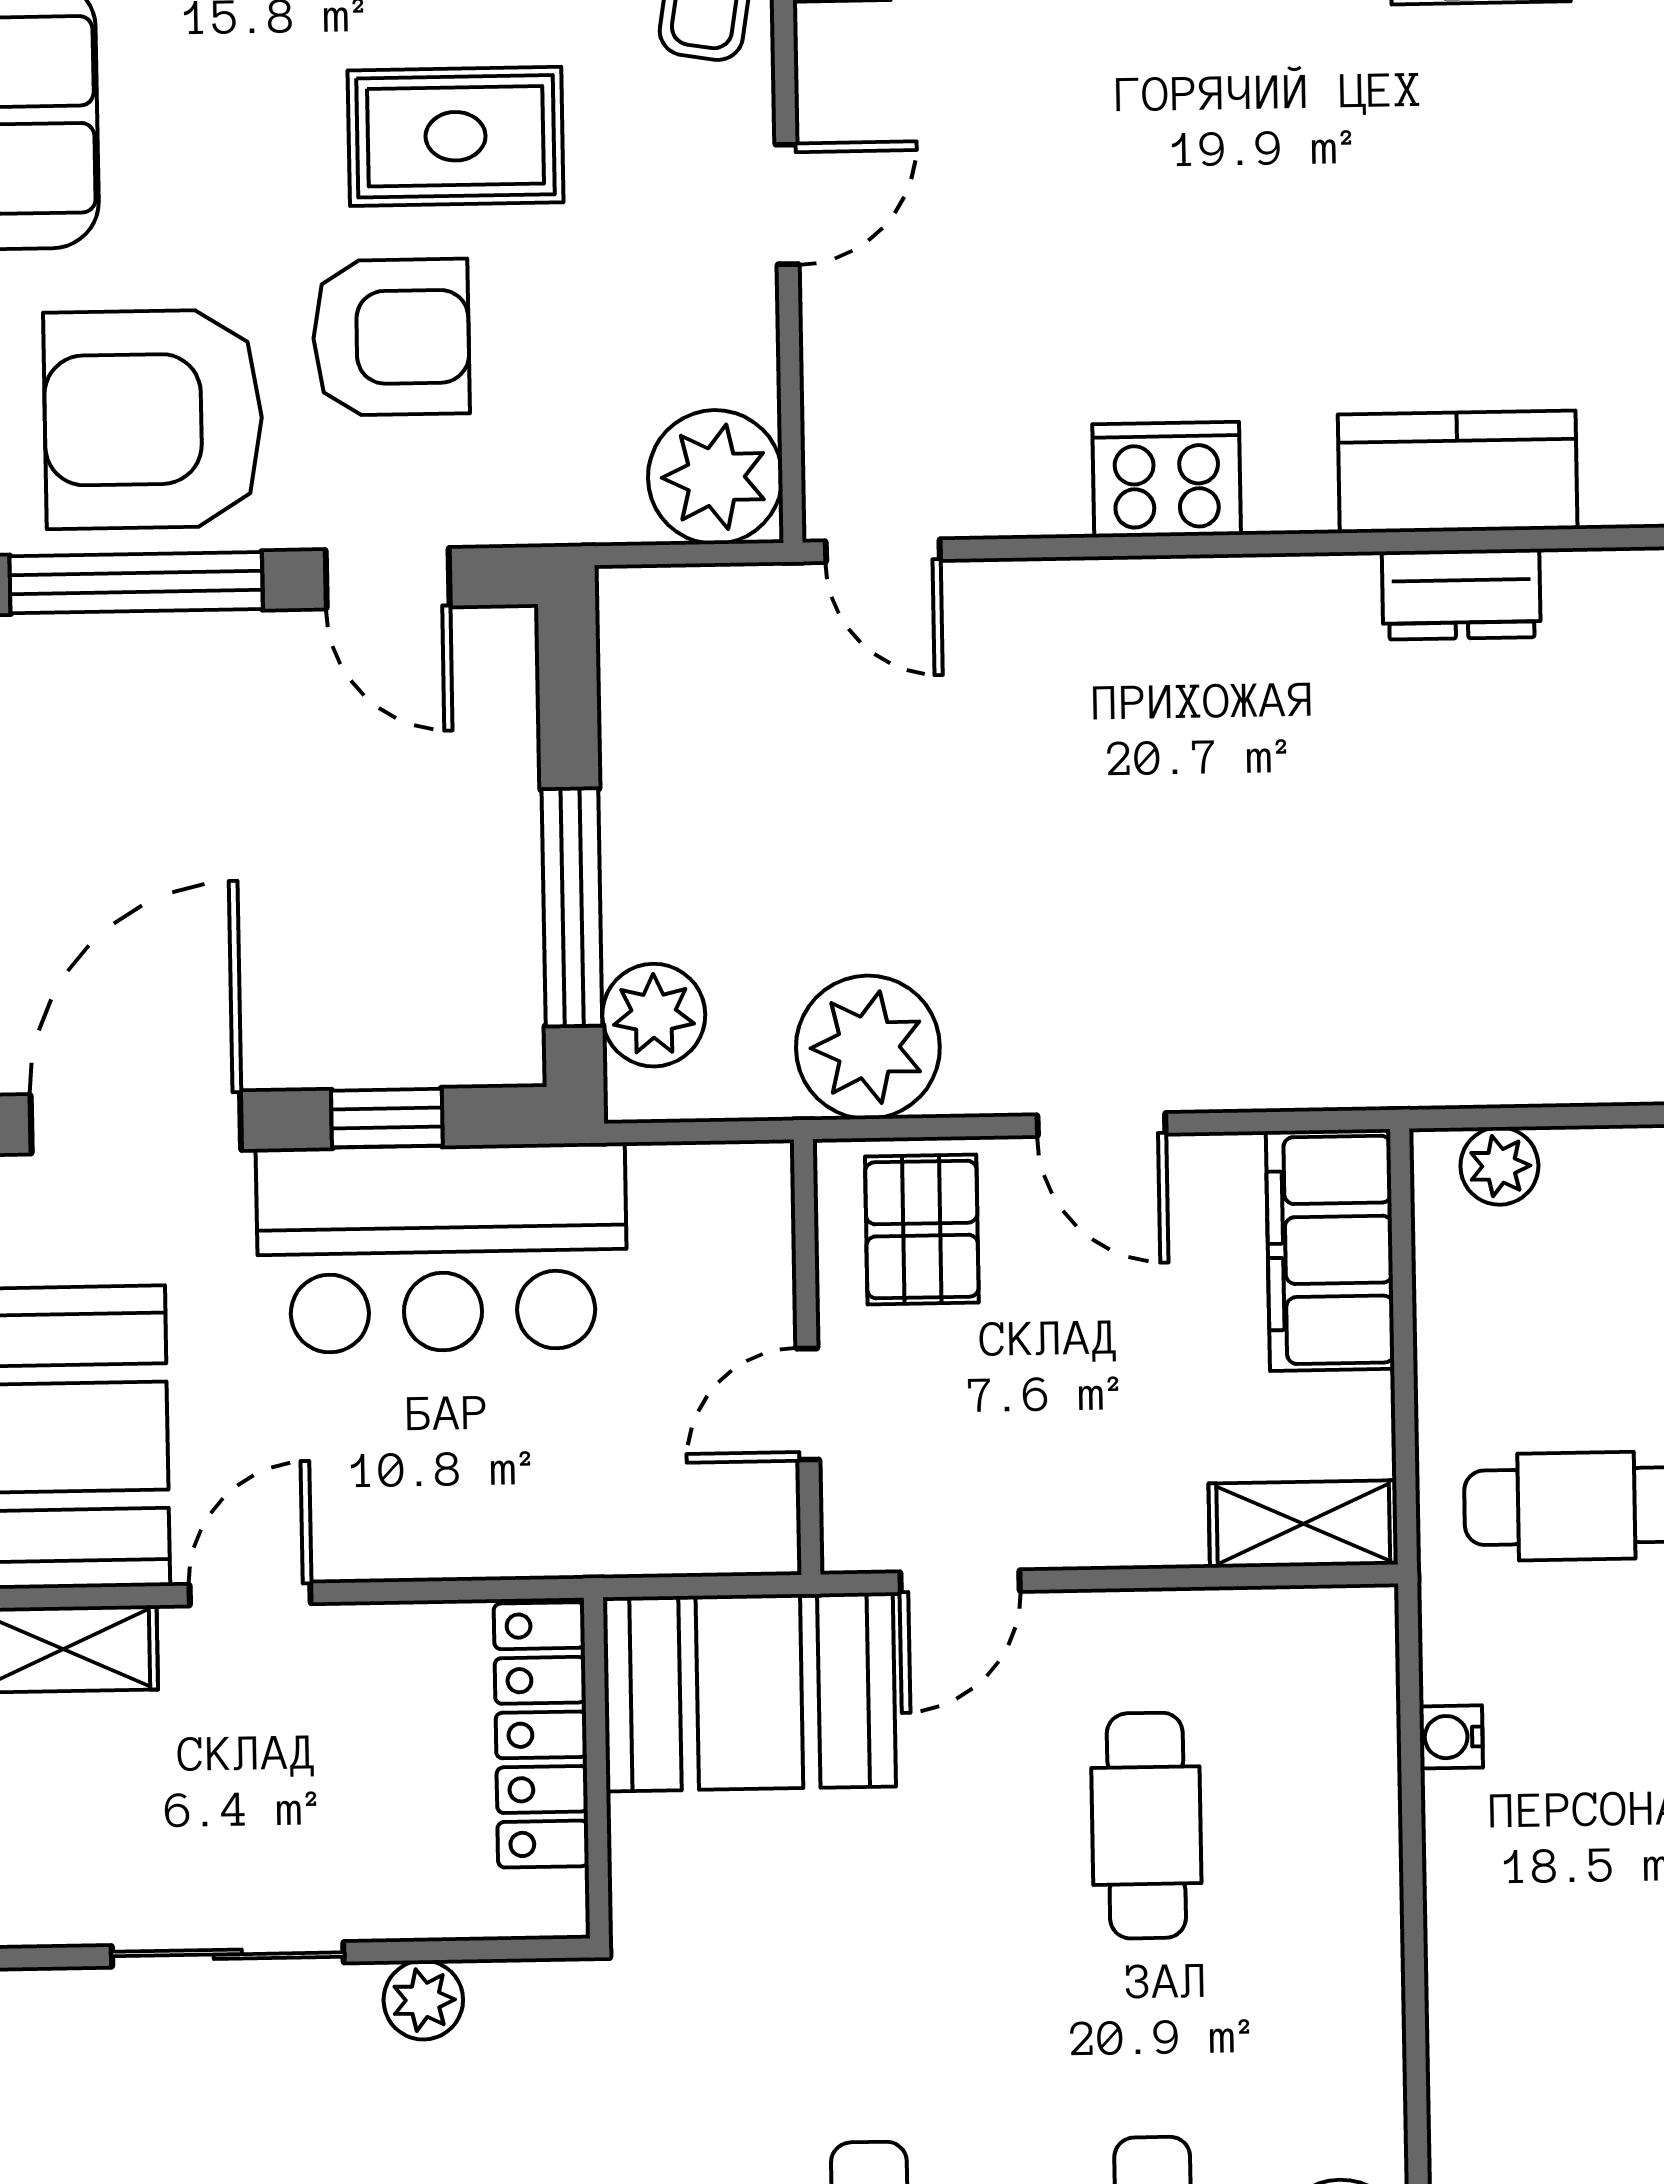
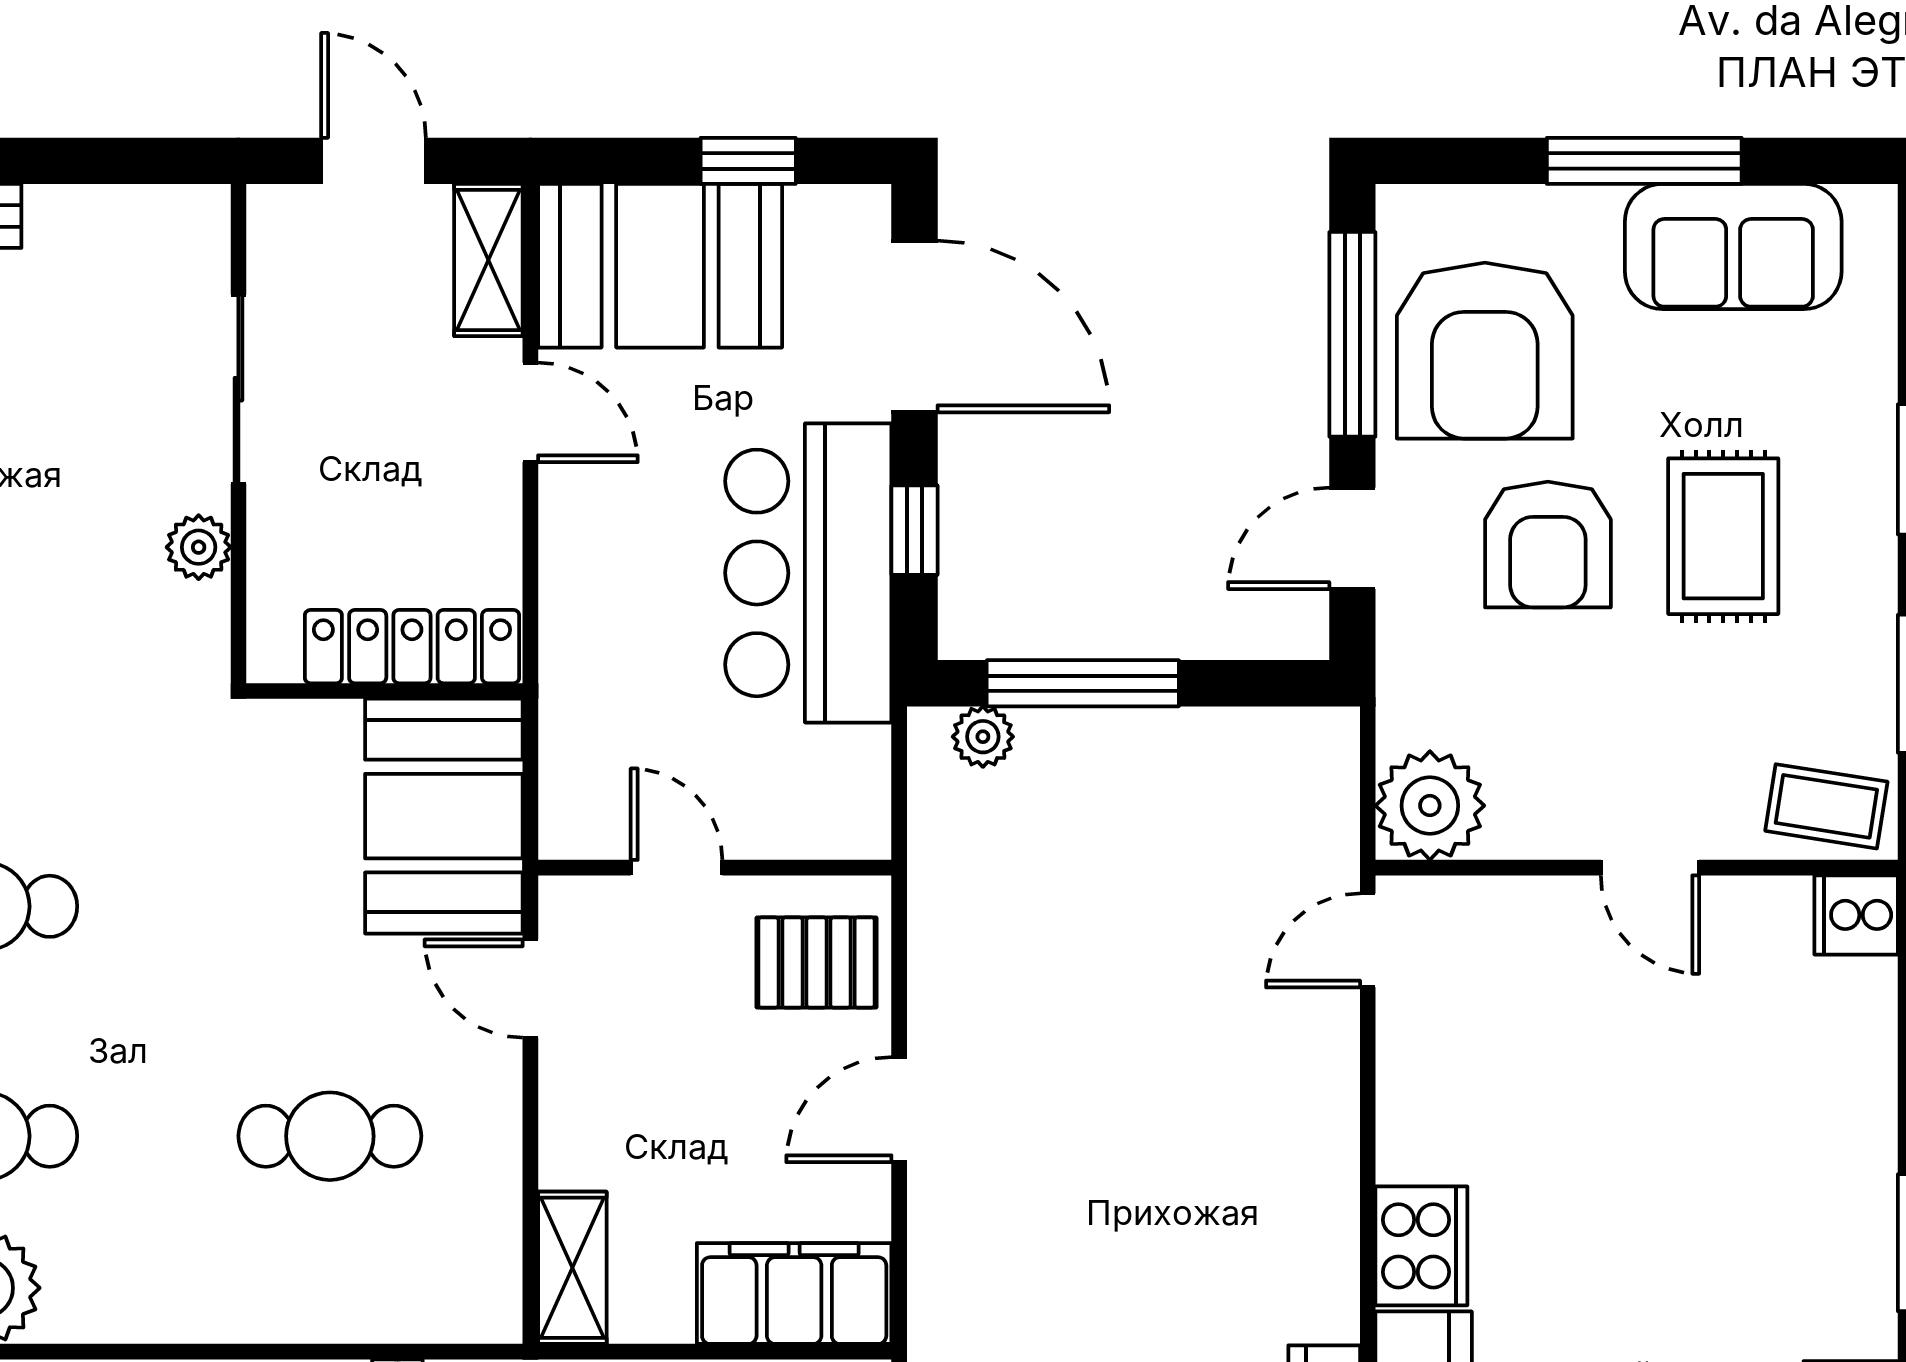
rug: (456, 136) -> (1723, 536), moved
armchair: (153, 419) -> (1485, 351), turned 180
cooker: (1167, 480) -> (1421, 1246), moved
plant: (654, 1015) -> (983, 737), width x0.73, depth x0.73
plant: (868, 1047) -> (965, 921), removed

